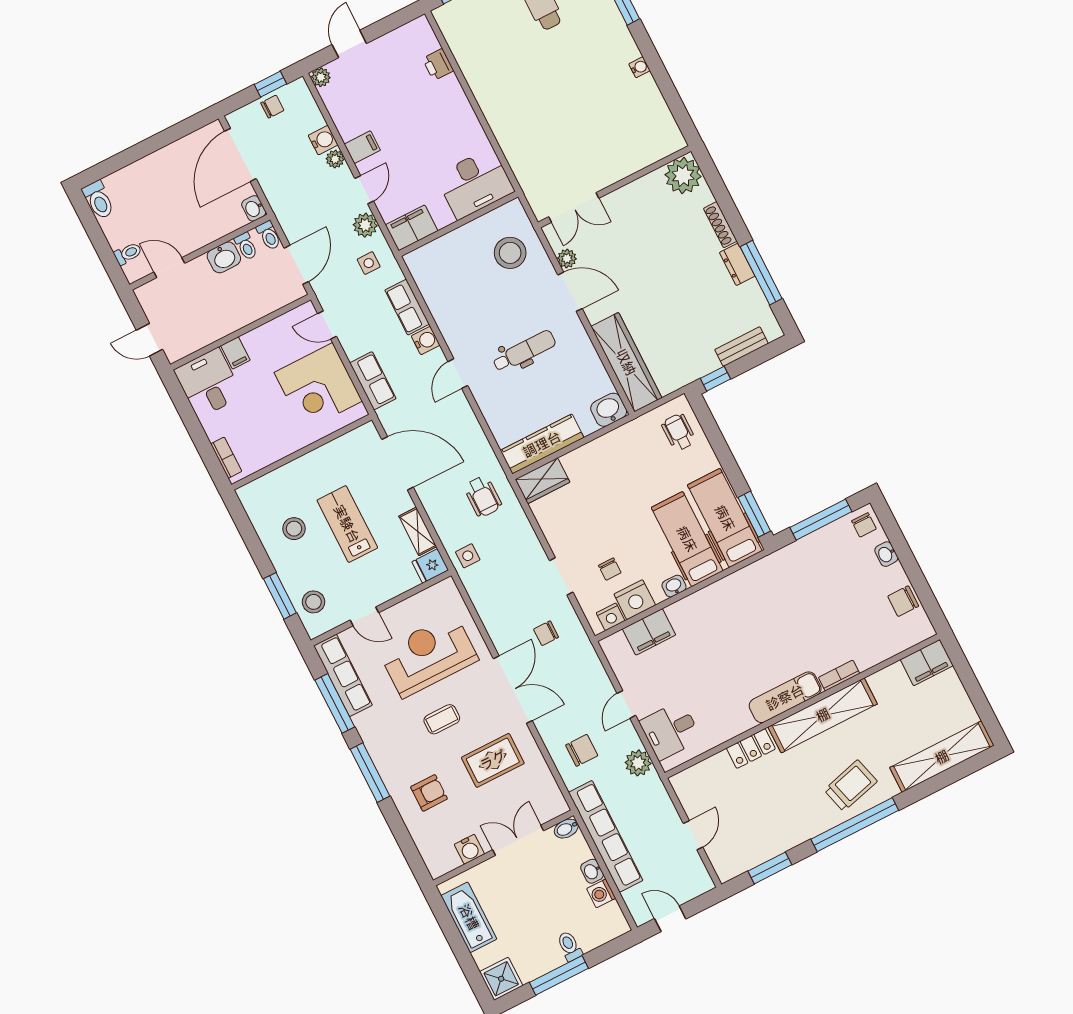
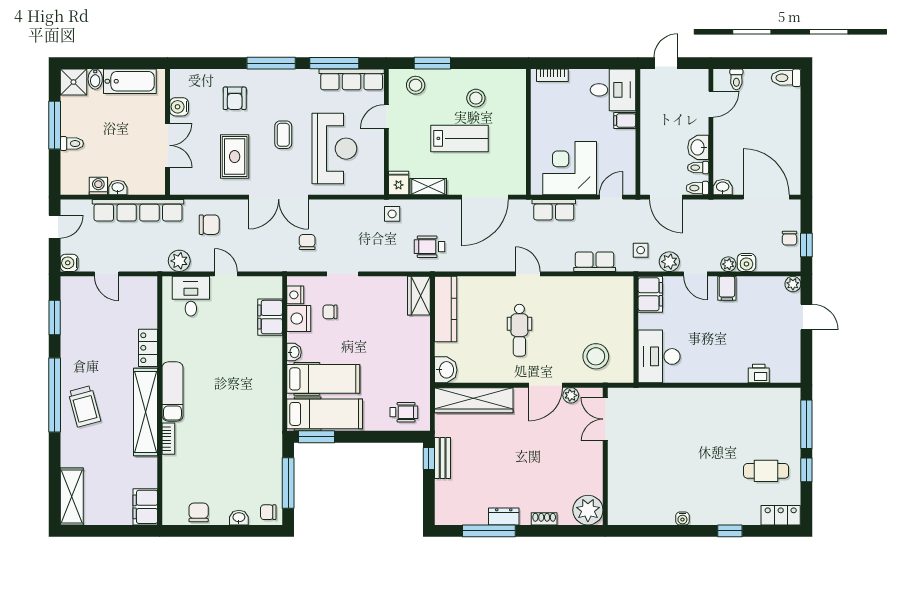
shoe rack: (720, 225) -> (544, 519), width x0.70
water cooler: (426, 341) -> (69, 263), moved, turned 90
bench: (742, 347) -> (443, 458), moved
chair: (582, 750) -> (209, 225), turned -90
shelving: (942, 757) -> (72, 496), width x0.68
bidet: (566, 829) -> (95, 79), moved, turned 180

